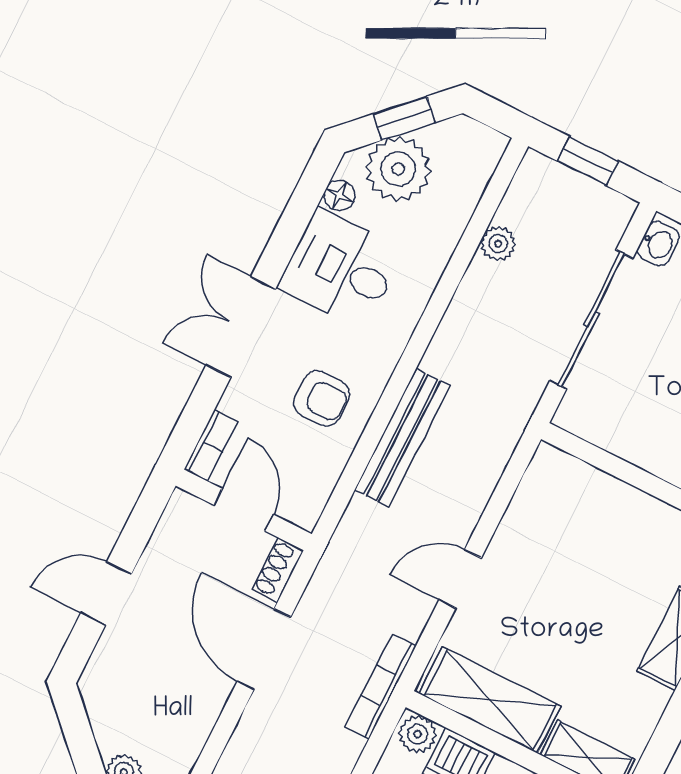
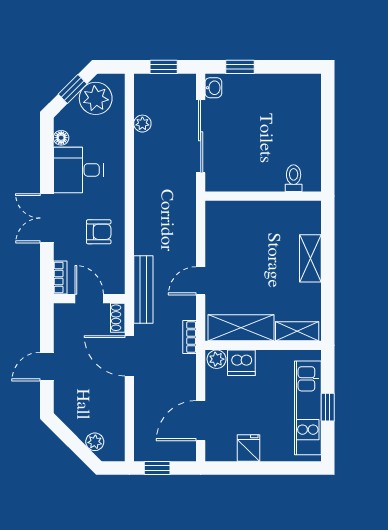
plant: (398, 169) -> (96, 98), moved
bench: (402, 438) -> (143, 290), moved
bookcase: (381, 687) -> (190, 337), width x0.64

